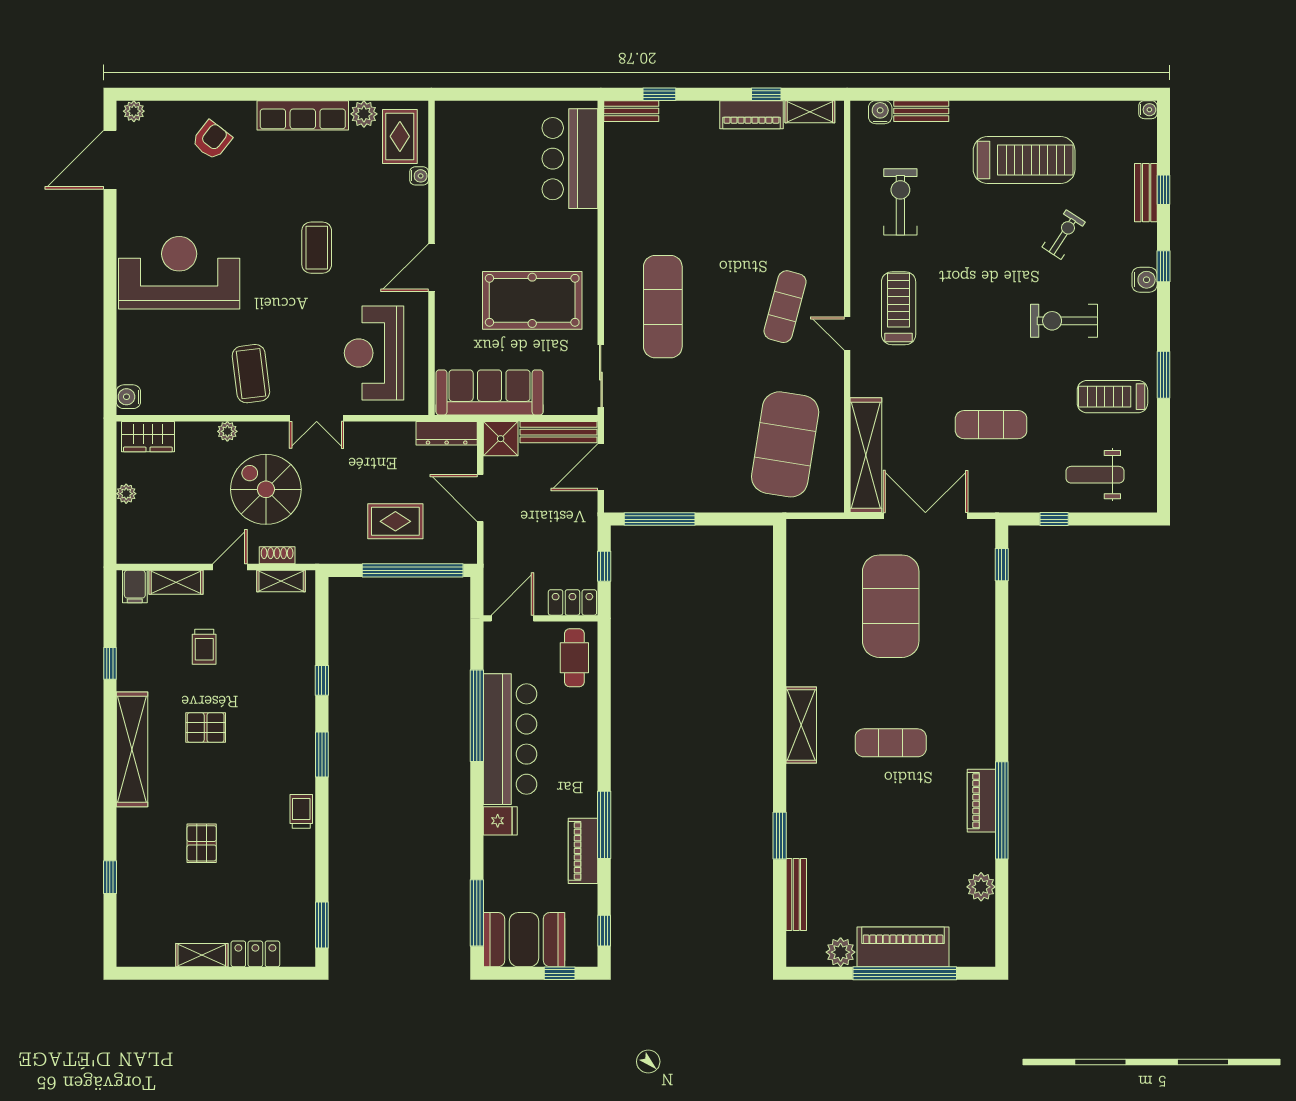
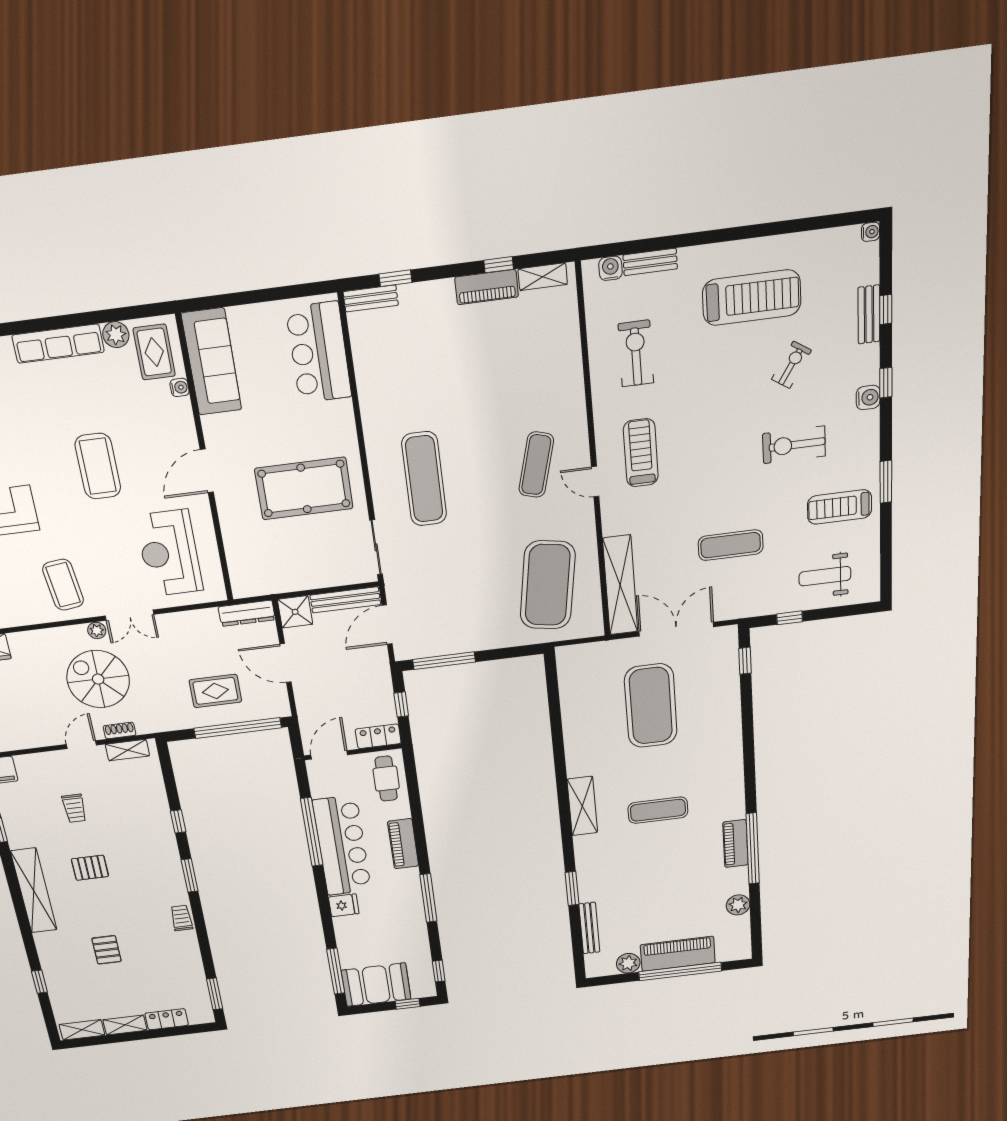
coffee table: (317, 248) -> (98, 466), width x1.36, depth x1.32
sofa: (490, 392) -> (212, 362), moved, turned 90
plant: (227, 431) -> (97, 630), moved
shelving: (176, 582) -> (82, 1030), moved
piano: (583, 851) -> (403, 844), moved

